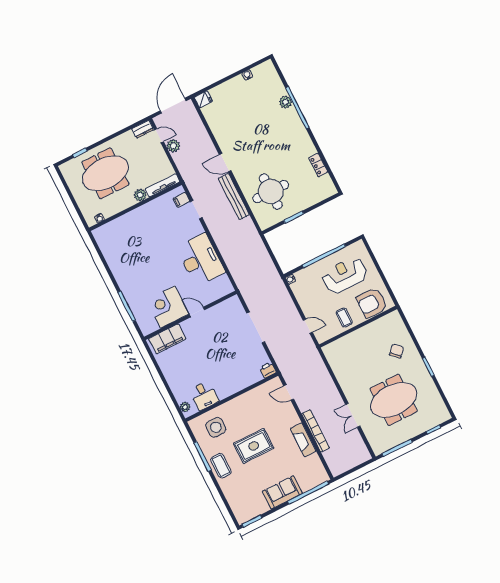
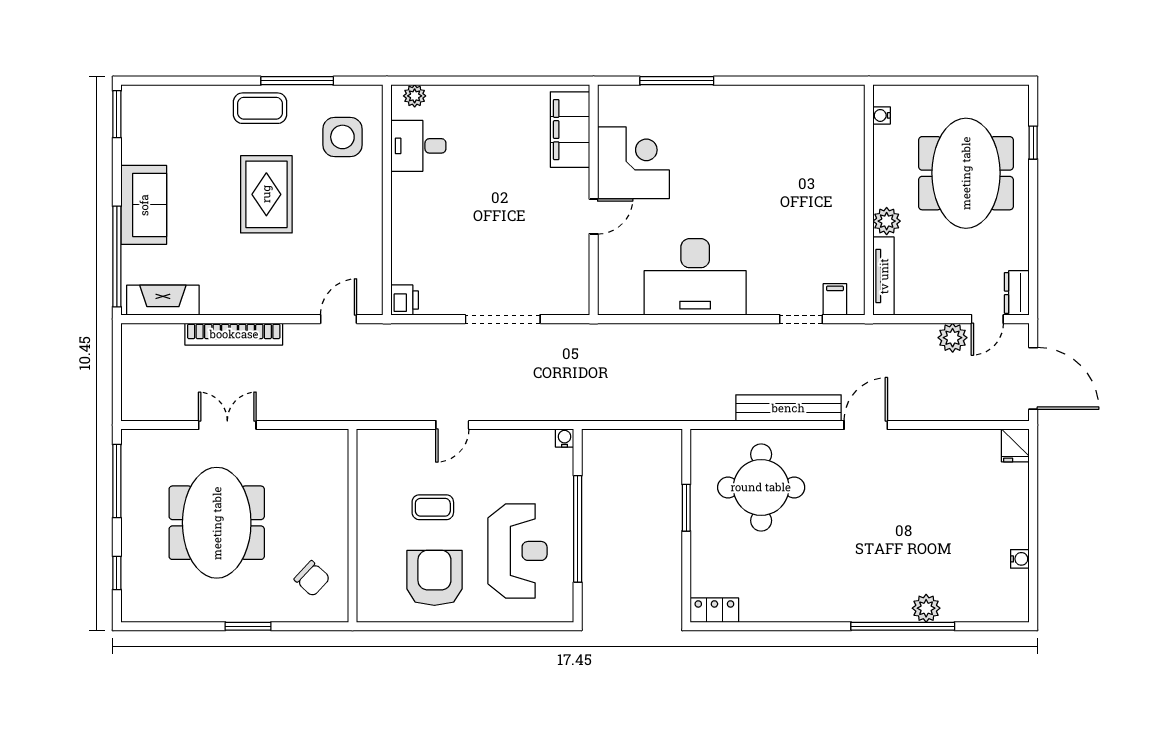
locker: (318, 165) -> (714, 610), moved
wall: (358, 327) -> (353, 526), moved
fireplace: (303, 440) -> (163, 300), moved

